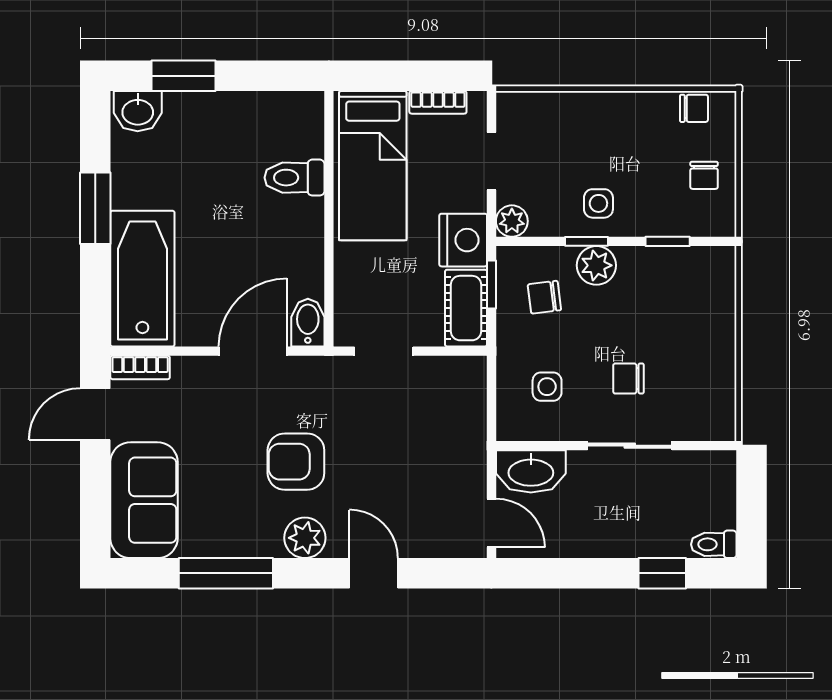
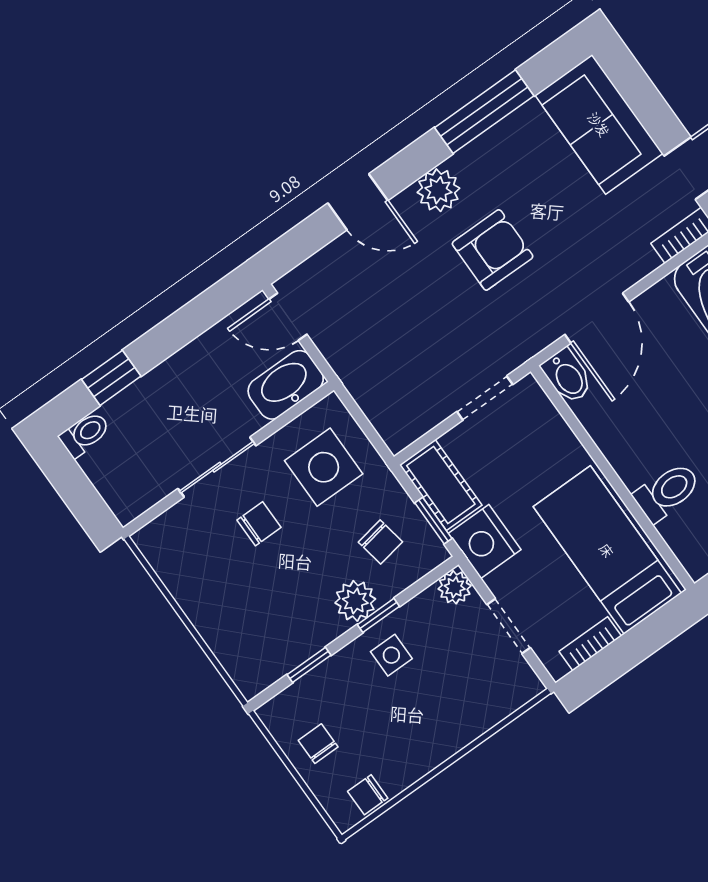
chair: (544, 297) -> (380, 542), turned 87
side table: (547, 387) -> (324, 467), width x1.87, depth x1.87

